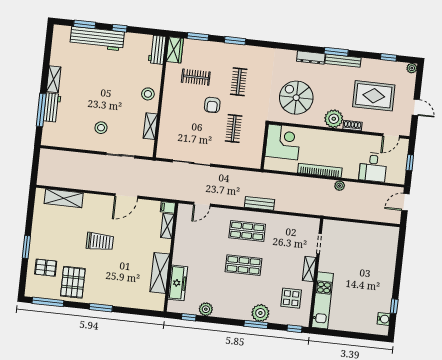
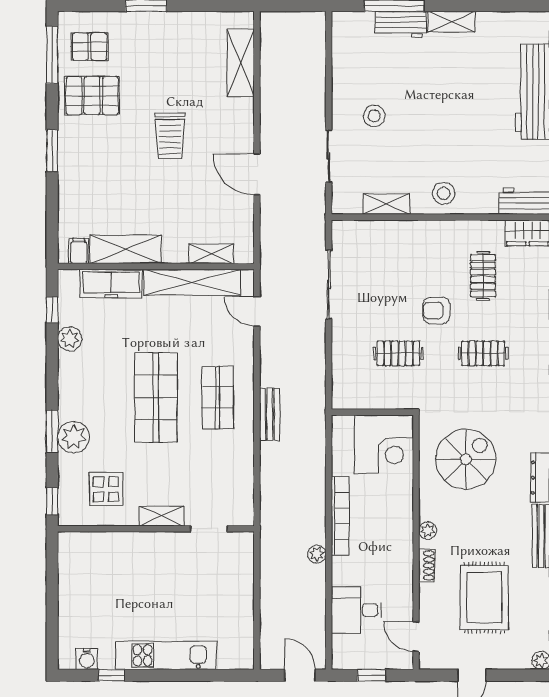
plant: (334, 119) -> (428, 531), width x0.53, depth x0.53
filing cabinet: (168, 207) -> (79, 251), moved
shelving: (182, 238) -> (192, 282), added
shop shelf: (243, 265) -> (156, 398), width x1.43, depth x1.36
pallet: (46, 268) -> (90, 47), moved, turned 90
kitchen unit: (322, 300) -> (166, 655), moved, turned 180

